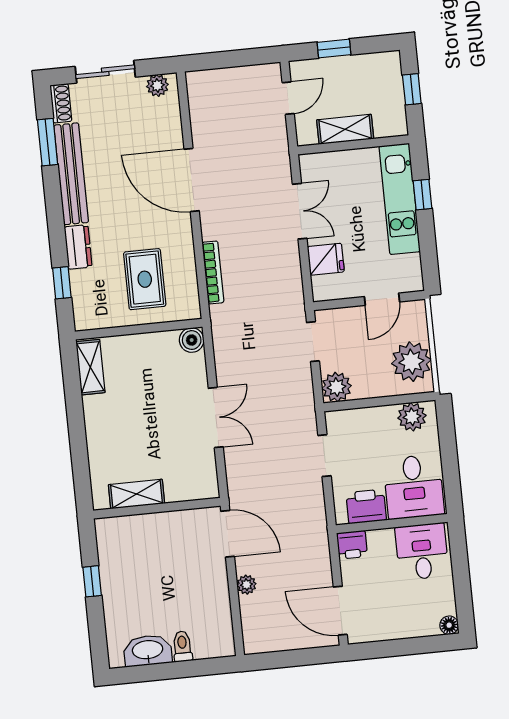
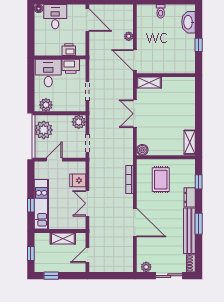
window: (334, 48) -> (51, 276), moved
window: (48, 142) -> (199, 224), moved
shelving: (136, 494) -> (149, 82), moved
printer: (352, 545) -> (69, 50), moved
desk: (422, 552) -> (55, 17), moved, turned 180
washbasin: (148, 651) -> (188, 22), moved, turned 90

